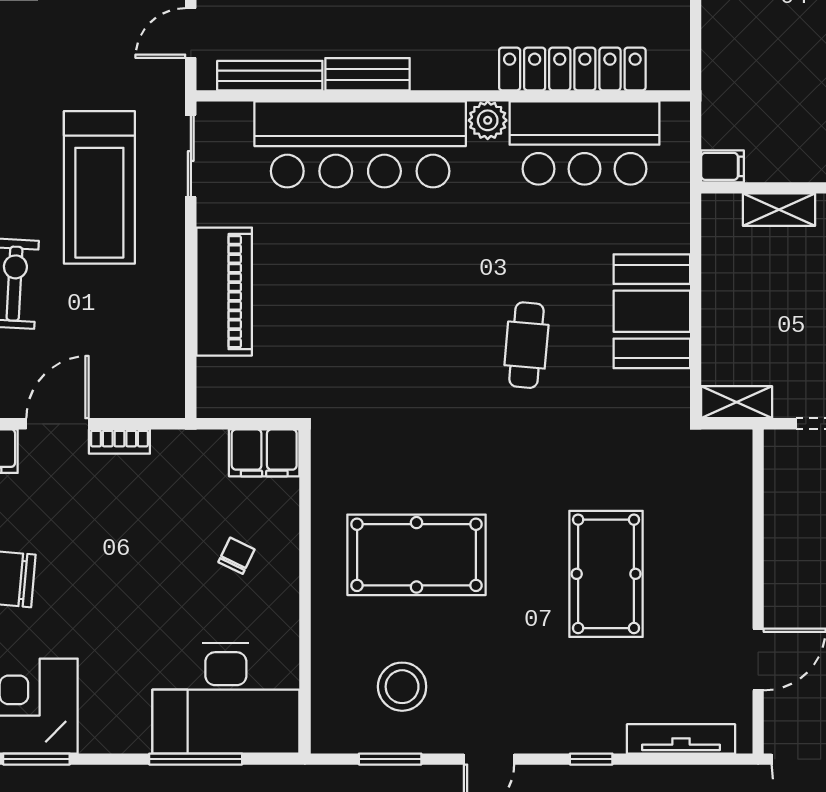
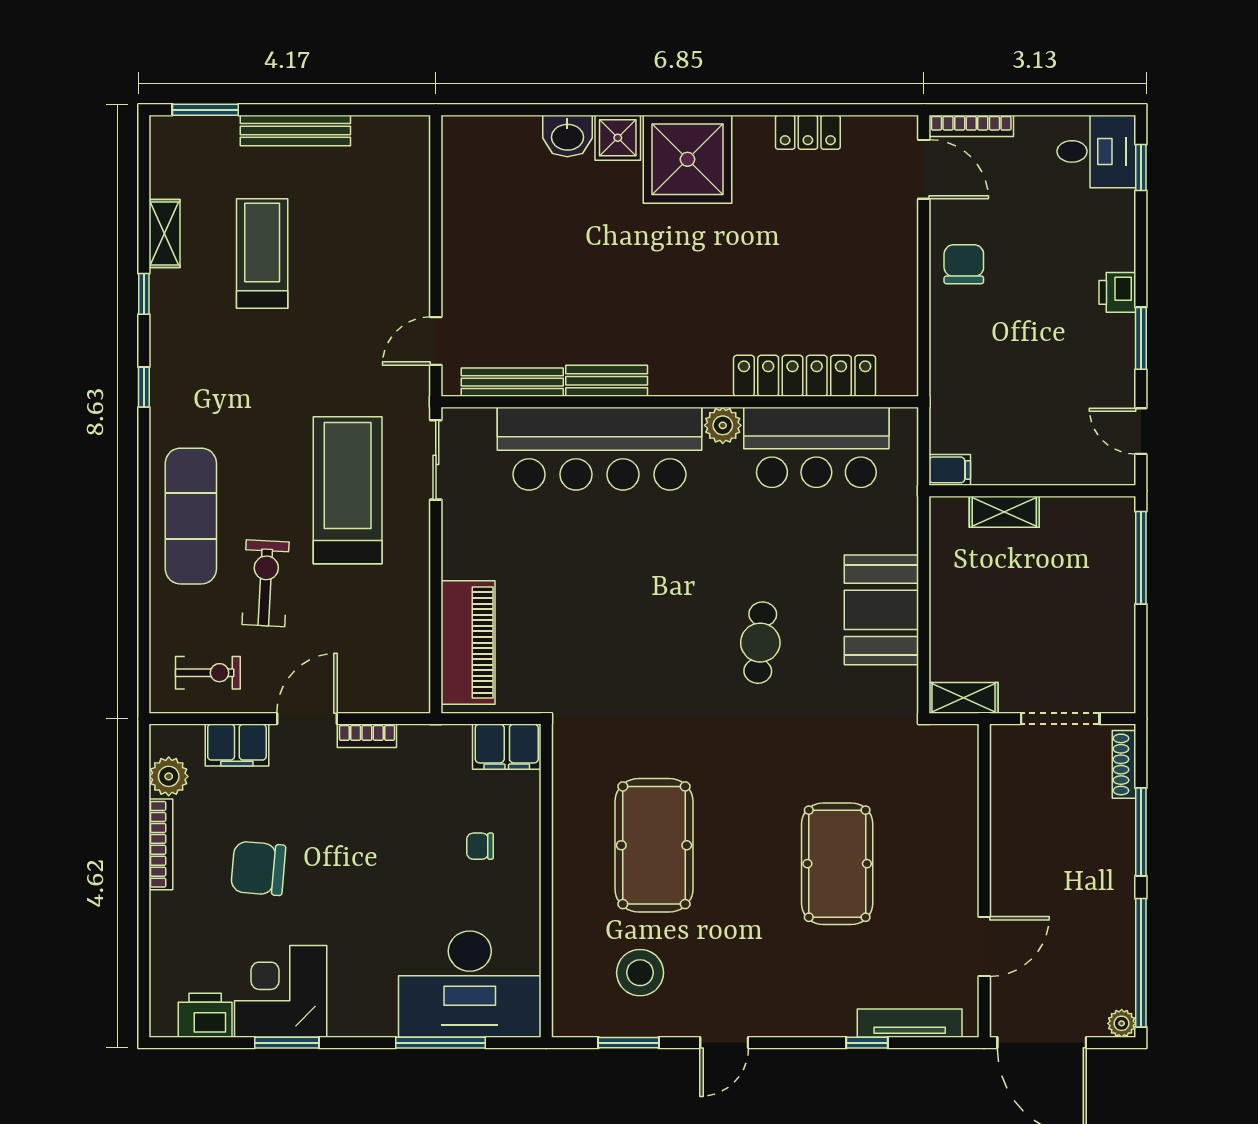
treadmill: (99, 187) -> (348, 490), turned 180
piano: (224, 292) -> (468, 643), moved
pool table: (416, 555) -> (654, 845), turned 90
chair: (236, 556) -> (480, 846), turned -116
window: (591, 759) -> (867, 1043), moved

